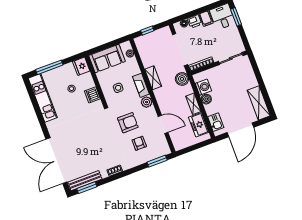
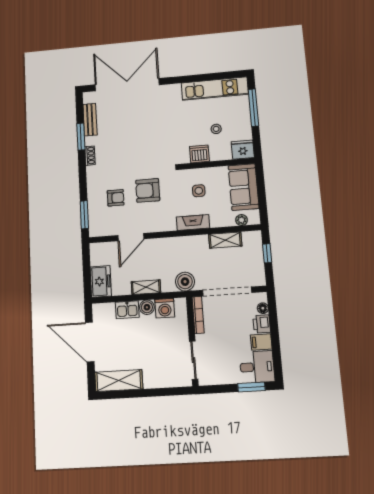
shelving: (153, 78) -> (225, 240), moved
plant: (147, 102) -> (168, 224), removed
kitchen sink: (216, 122) -> (127, 310), moved
armchair: (128, 123) -> (148, 190), turned 90
freezer: (199, 125) -> (101, 281), moved, turned 90
bench: (85, 181) -> (90, 120), width x0.73
window: (87, 188) -> (81, 137), moved

